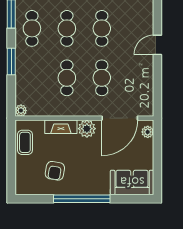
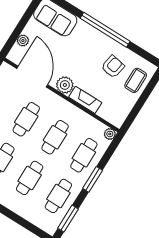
cafe table: (32, 78) -> (84, 155), added
door: (120, 118) -> (32, 77), hinge flipped
plant: (148, 132) -> (23, 40), moved
coffee table: (25, 142) -> (136, 80), moved

